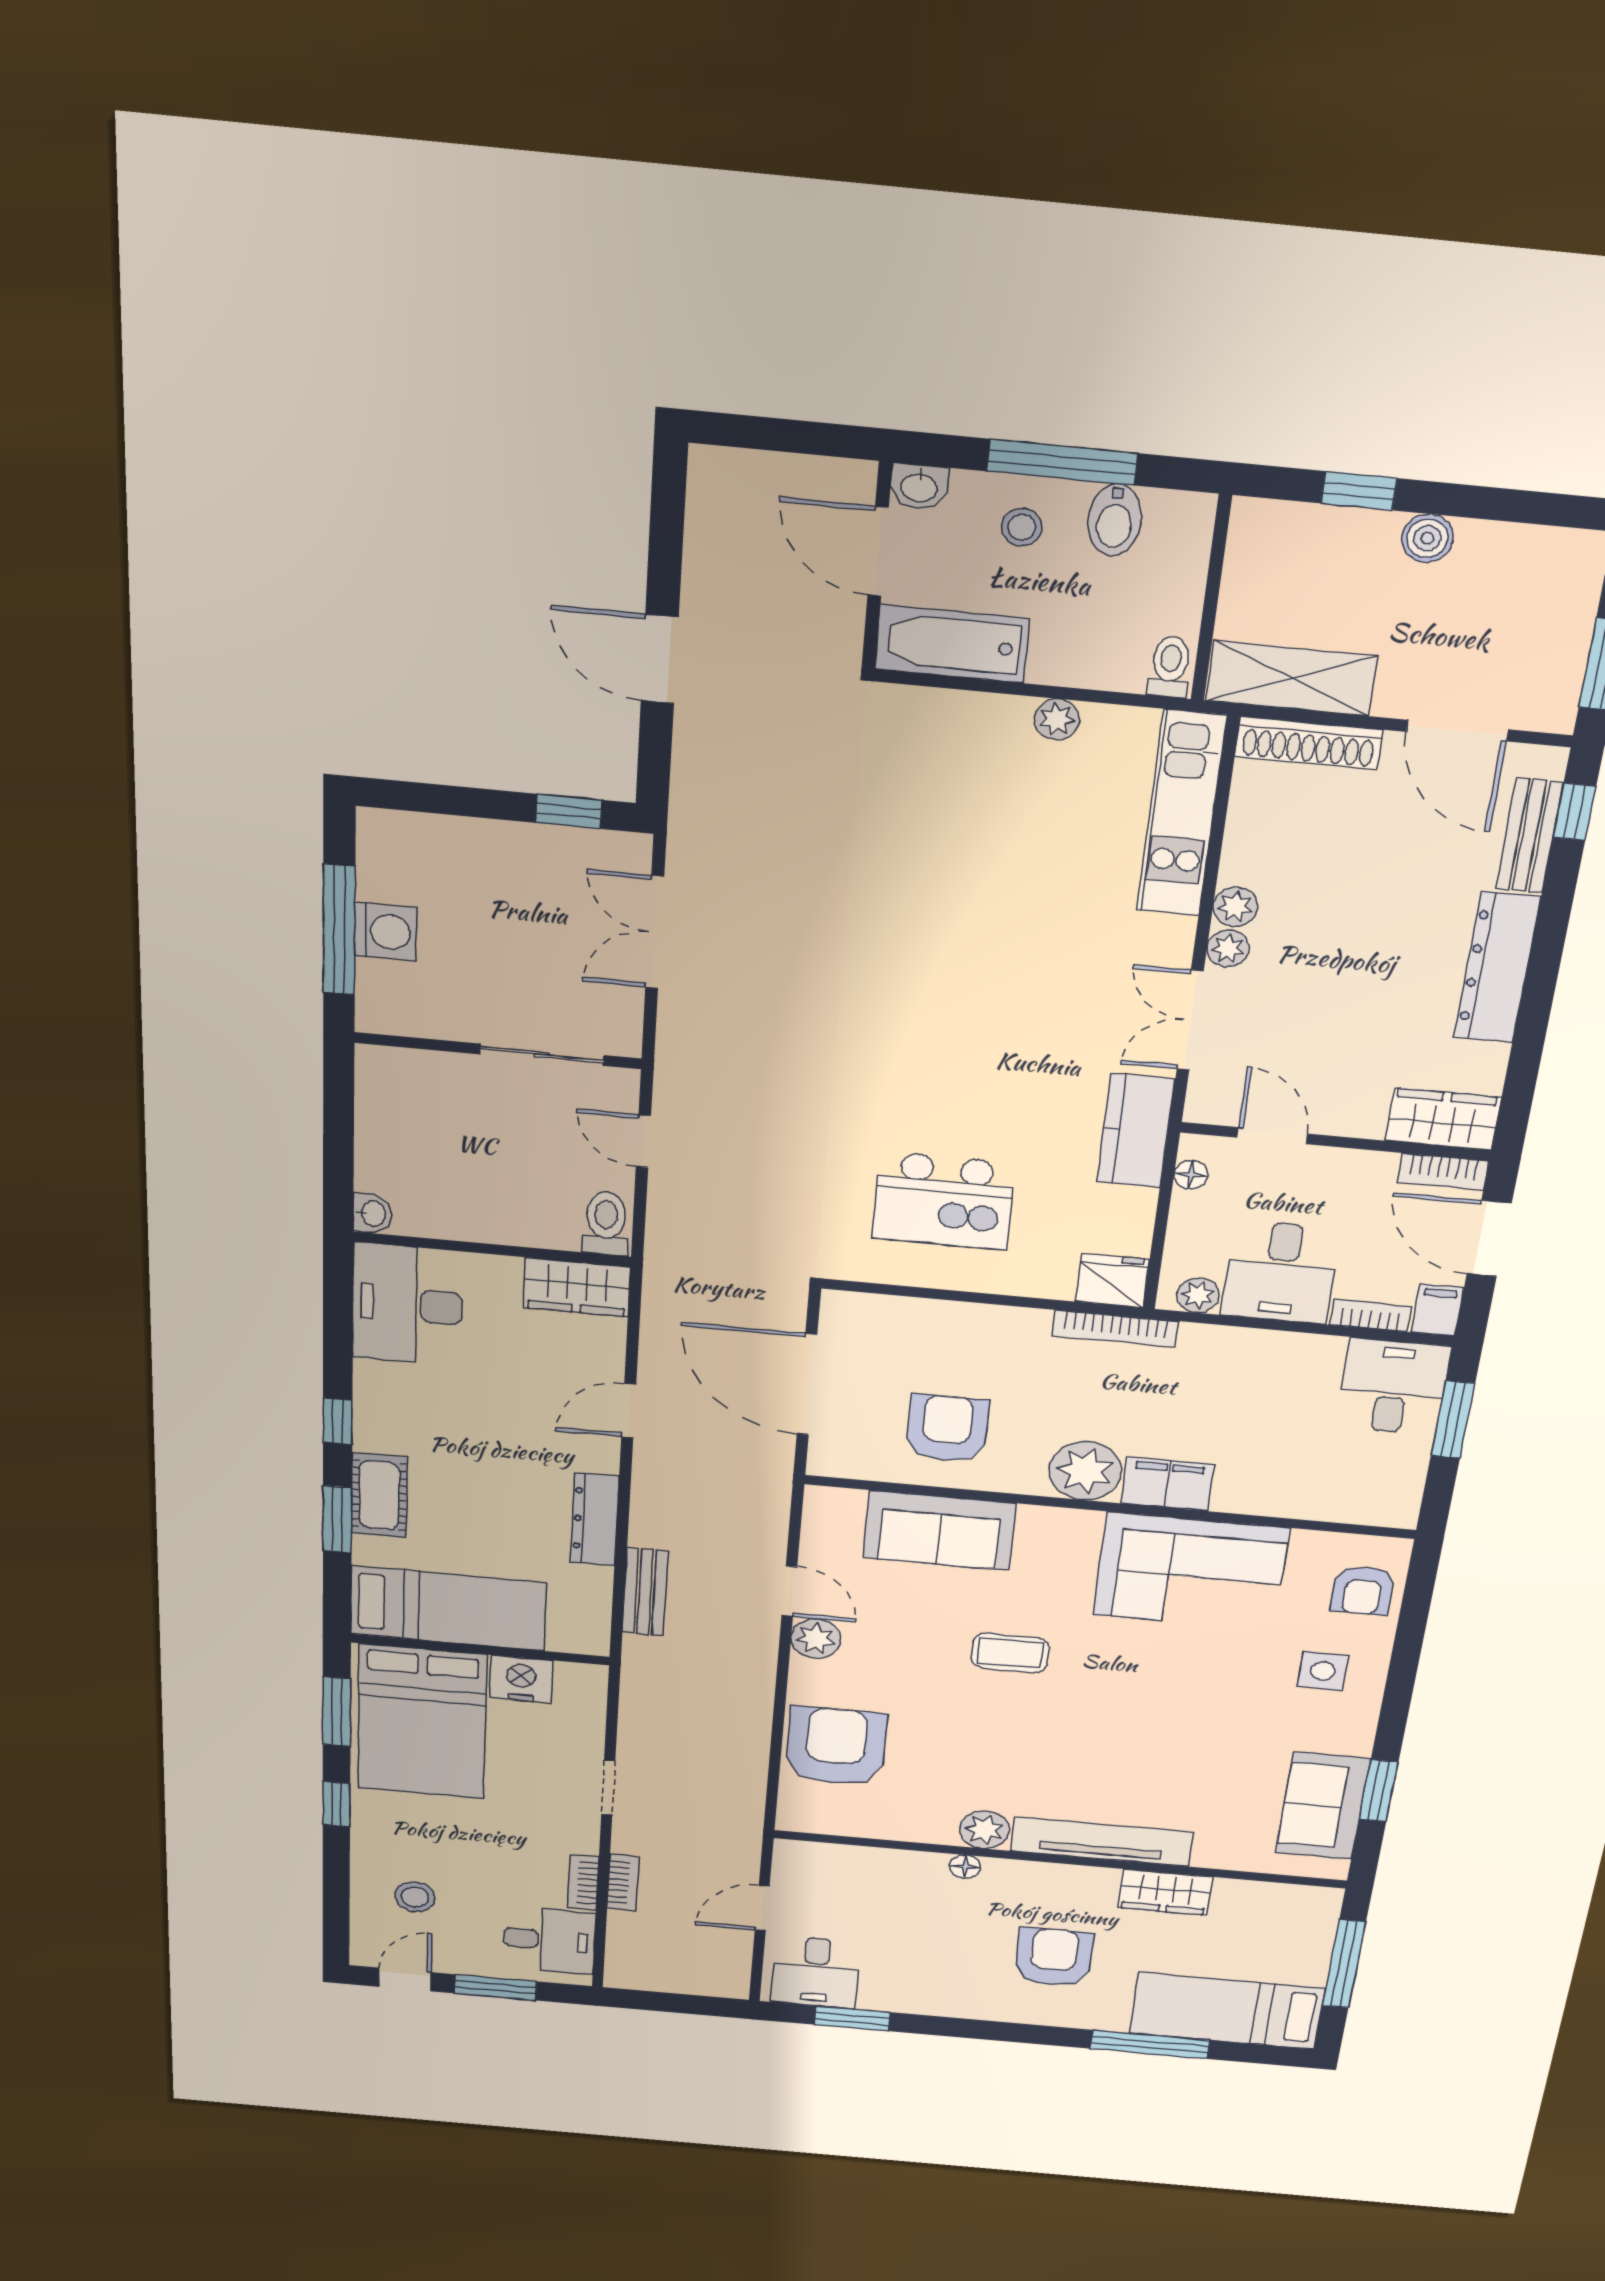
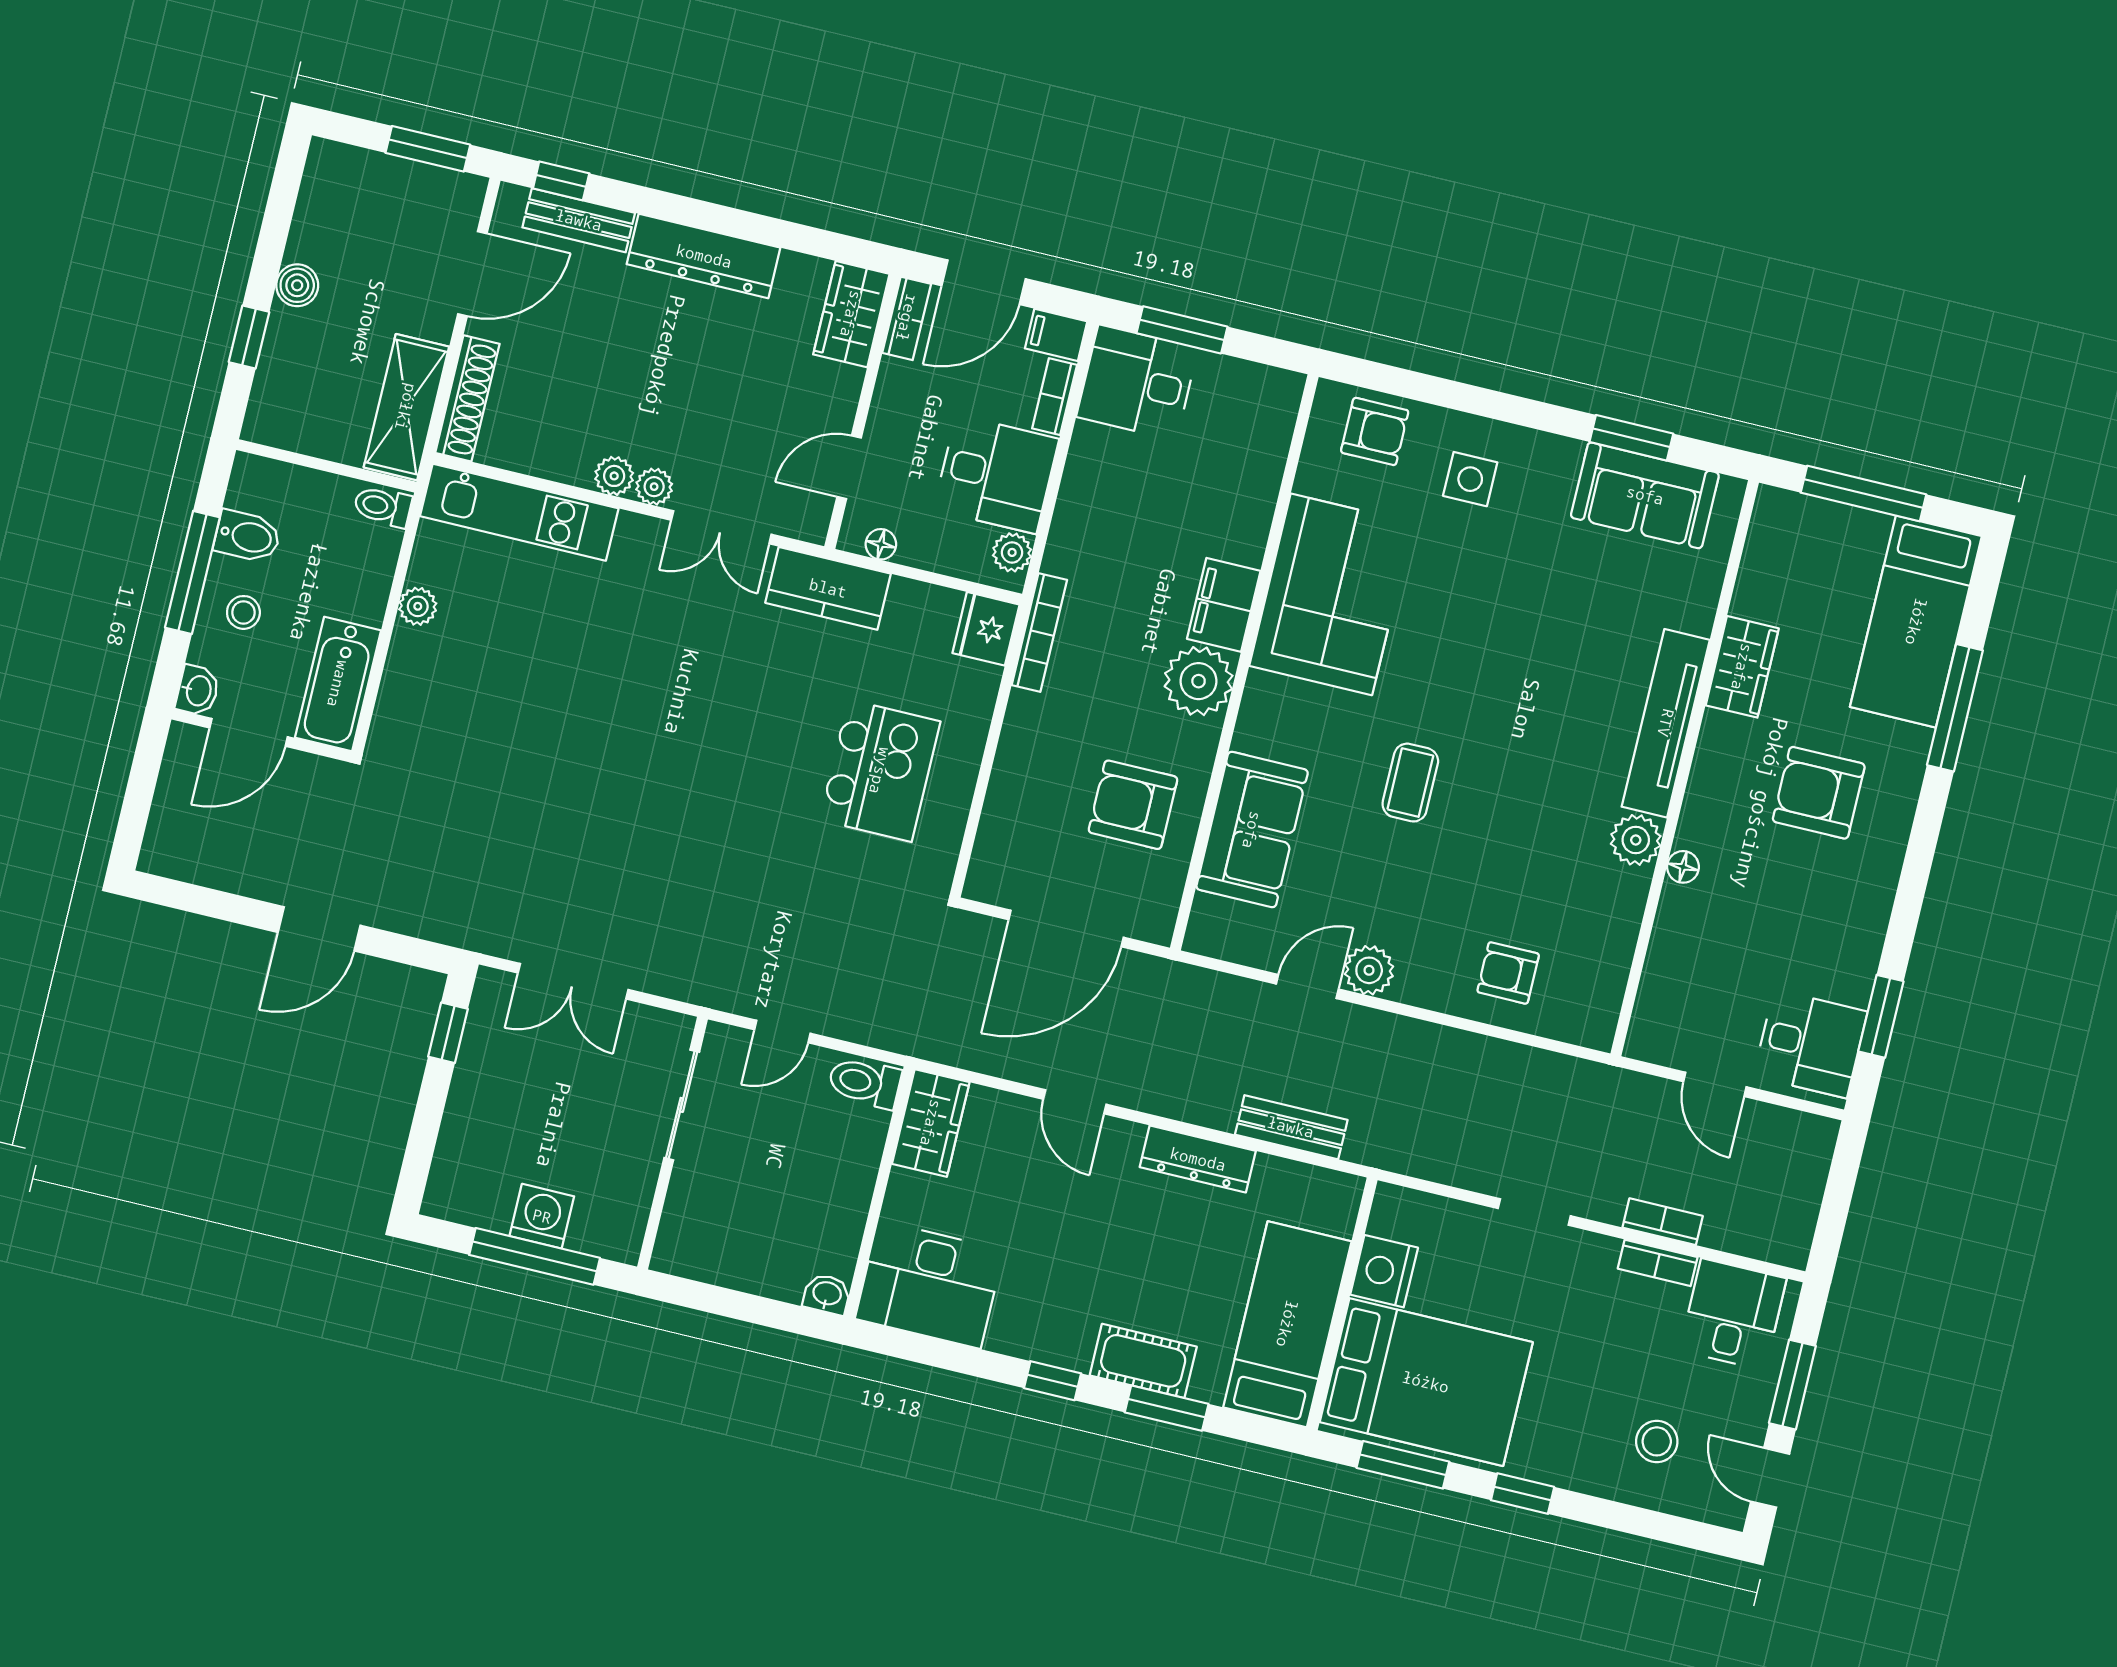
armchair: (836, 1746) -> (1508, 973), width x0.53, depth x0.53

